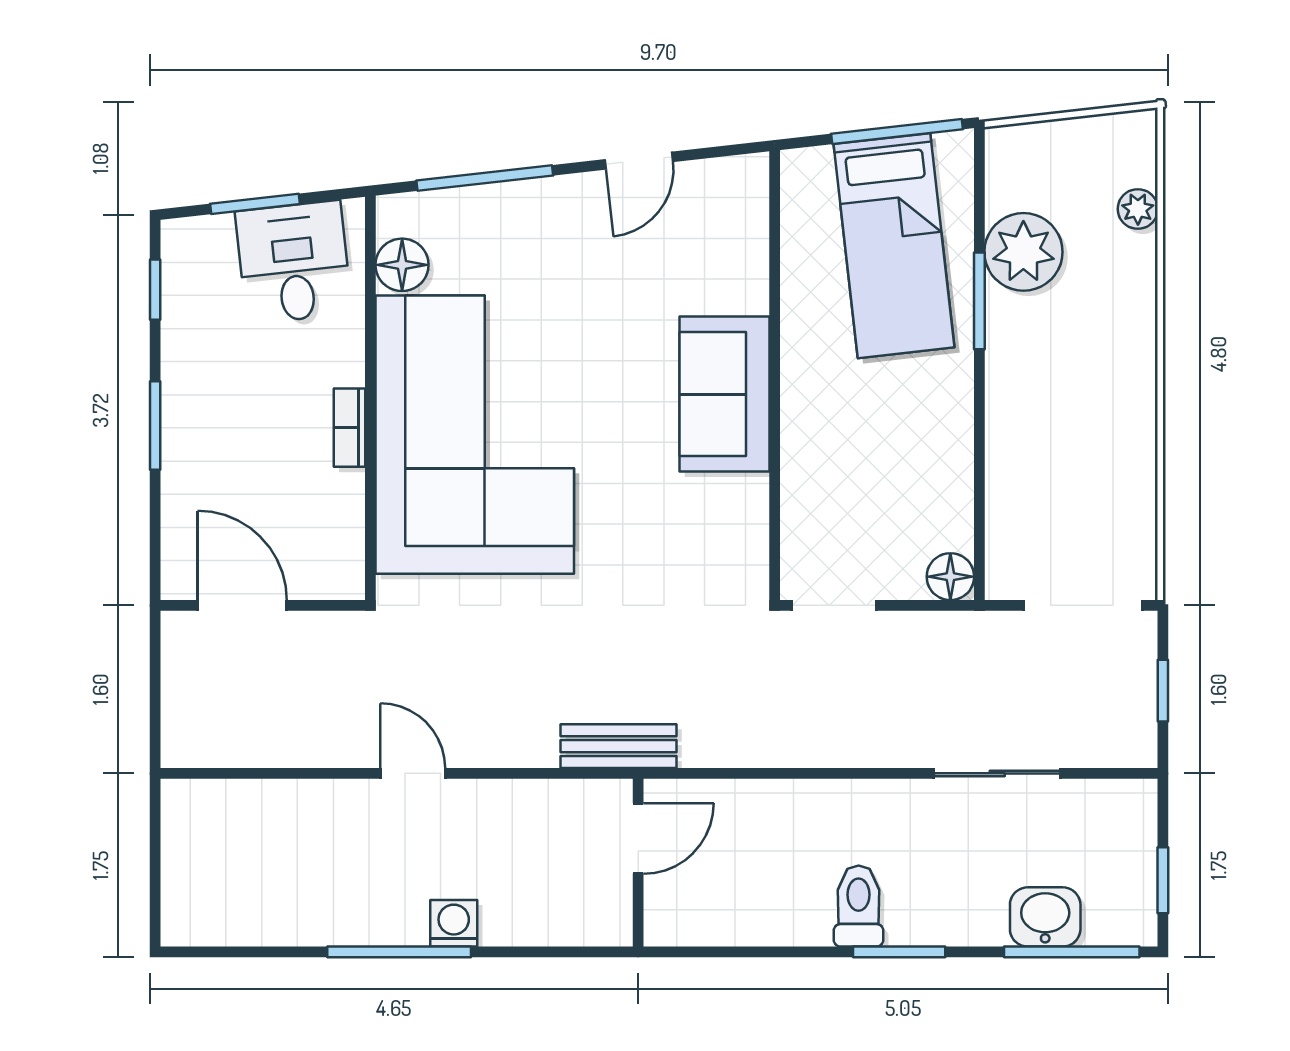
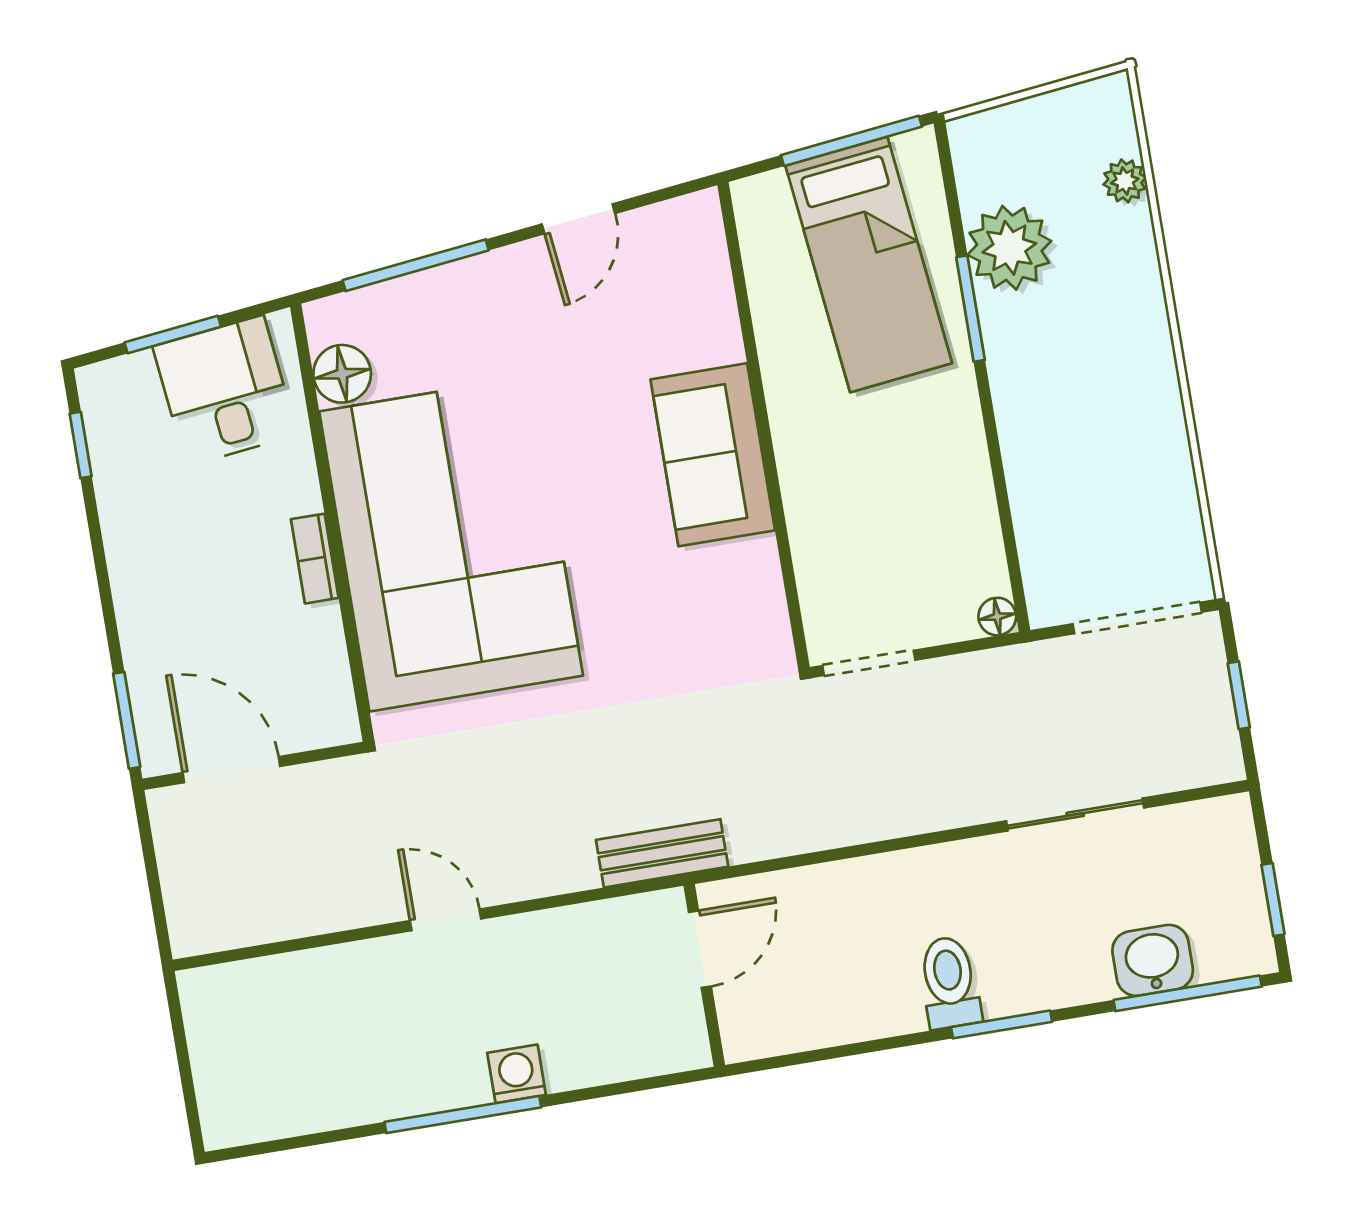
window: (155, 425) -> (127, 720), moved
floor lamp: (950, 577) -> (997, 617), width x0.73, depth x0.73

